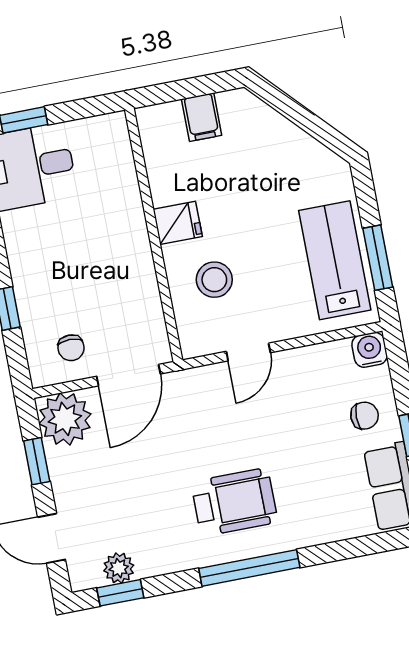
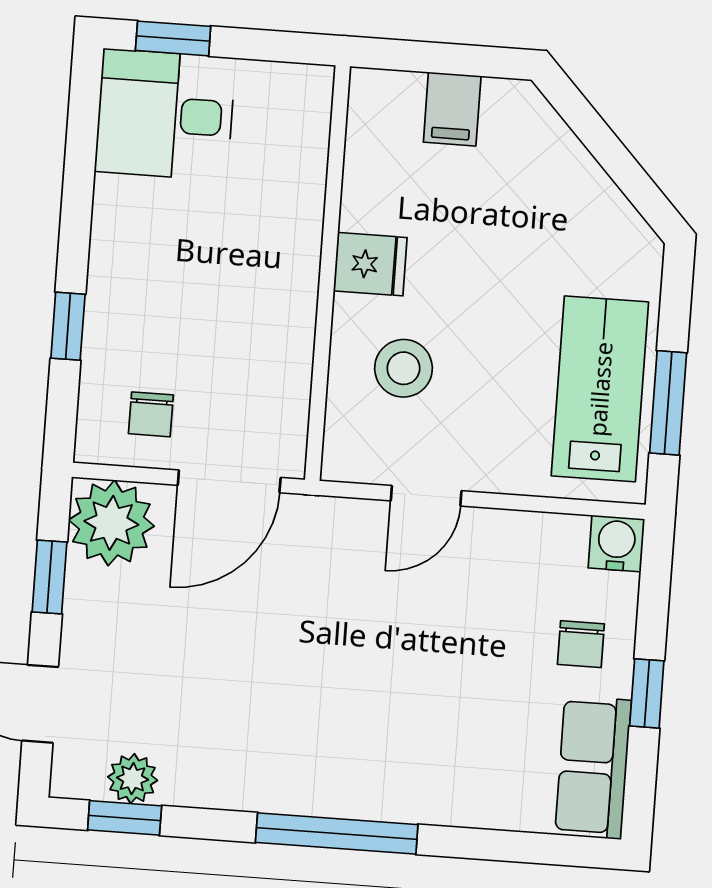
chair: (365, 416) -> (581, 644), turned 90
wheelchair: (234, 502) -> (341, 724), removed

